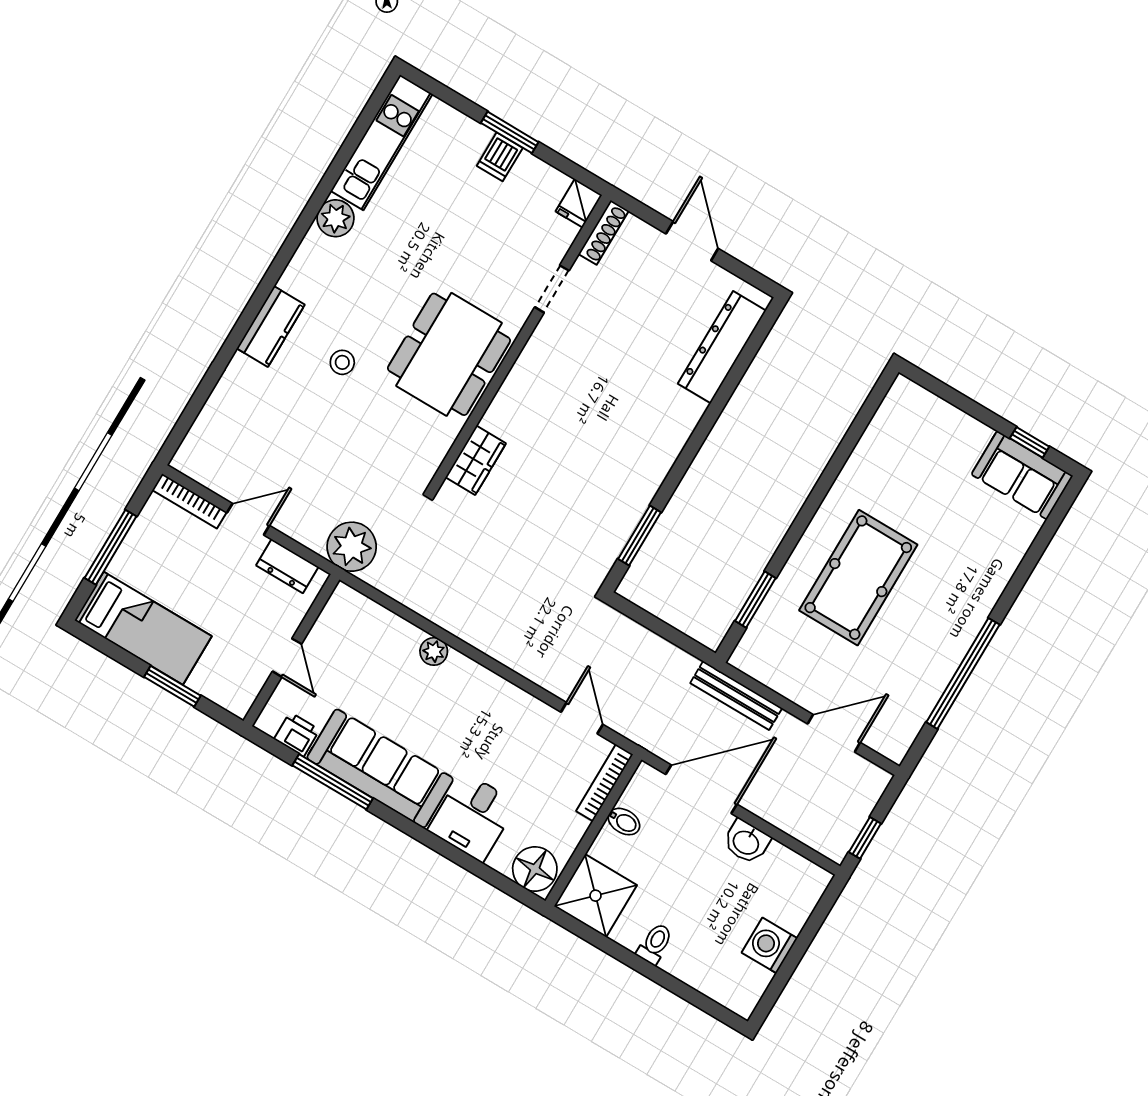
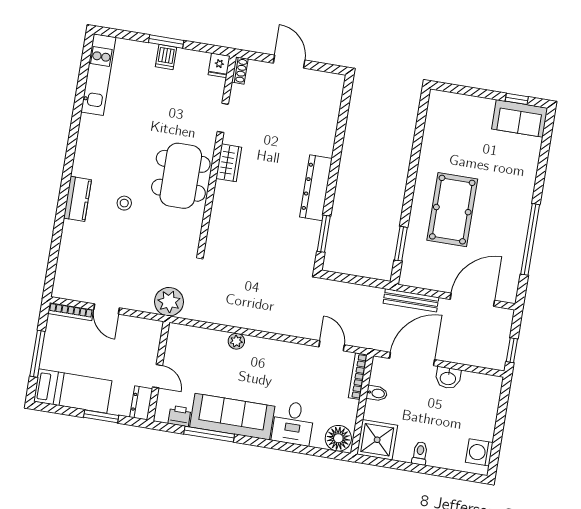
plant: (336, 218) -> (90, 126), removed
shoe rack: (604, 232) -> (240, 71), width x0.70
dresser: (722, 347) -> (316, 188), moved
wardrobe: (476, 460) -> (229, 163), moved
door: (248, 519) -> (107, 309), swing flipped
dresser: (287, 566) -> (141, 403), moved, turned 90
door: (834, 733) -> (472, 300), width x1.36
washing machine: (769, 945) -> (479, 452), moved

